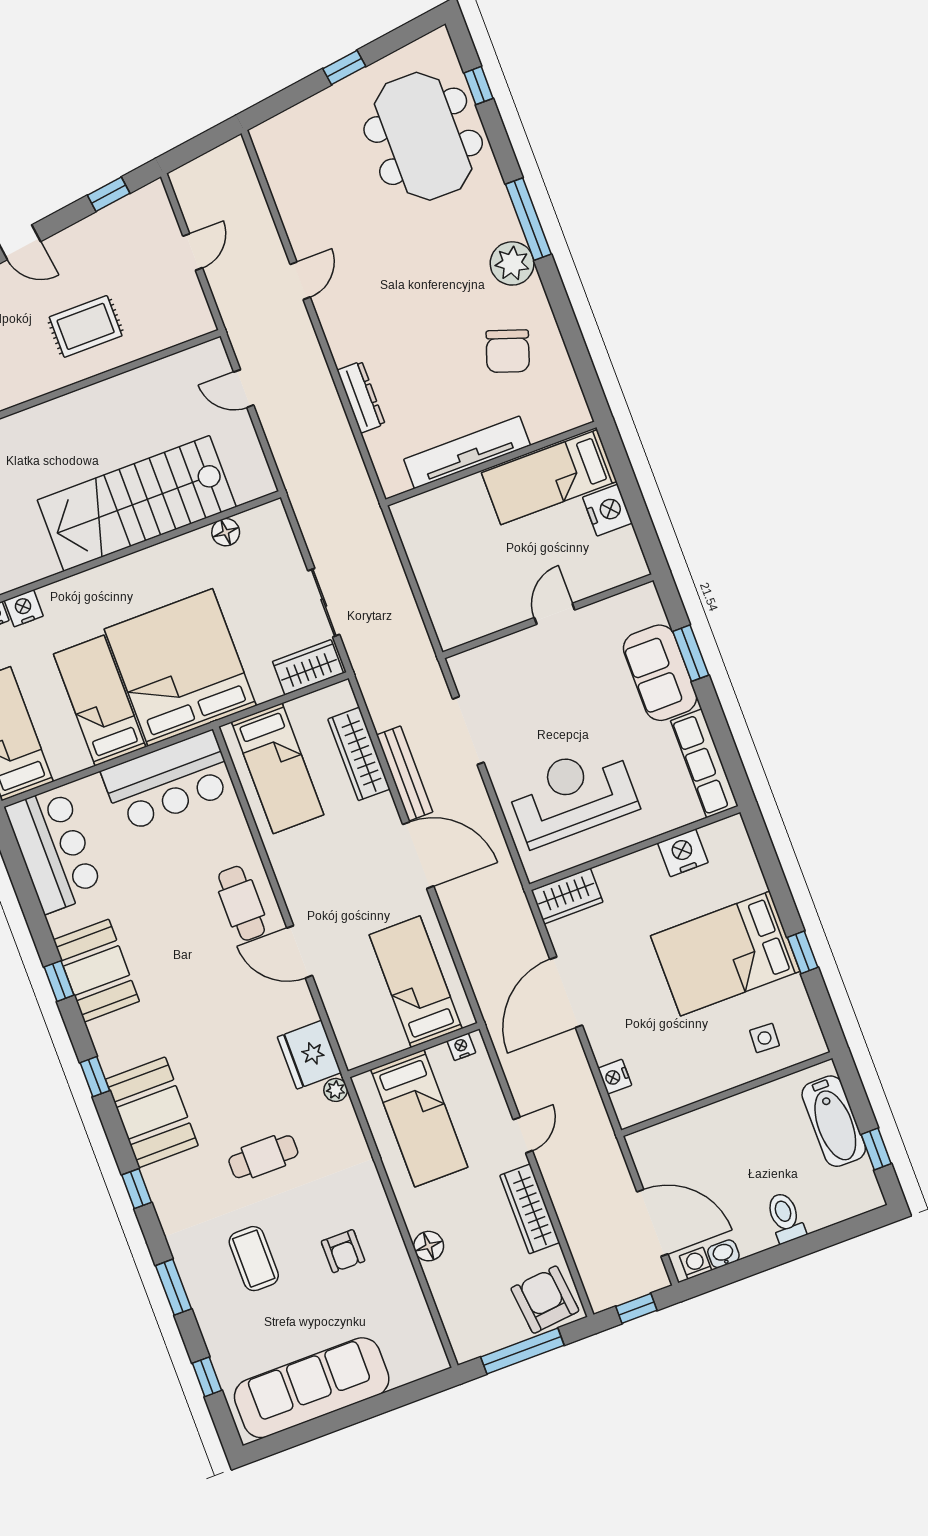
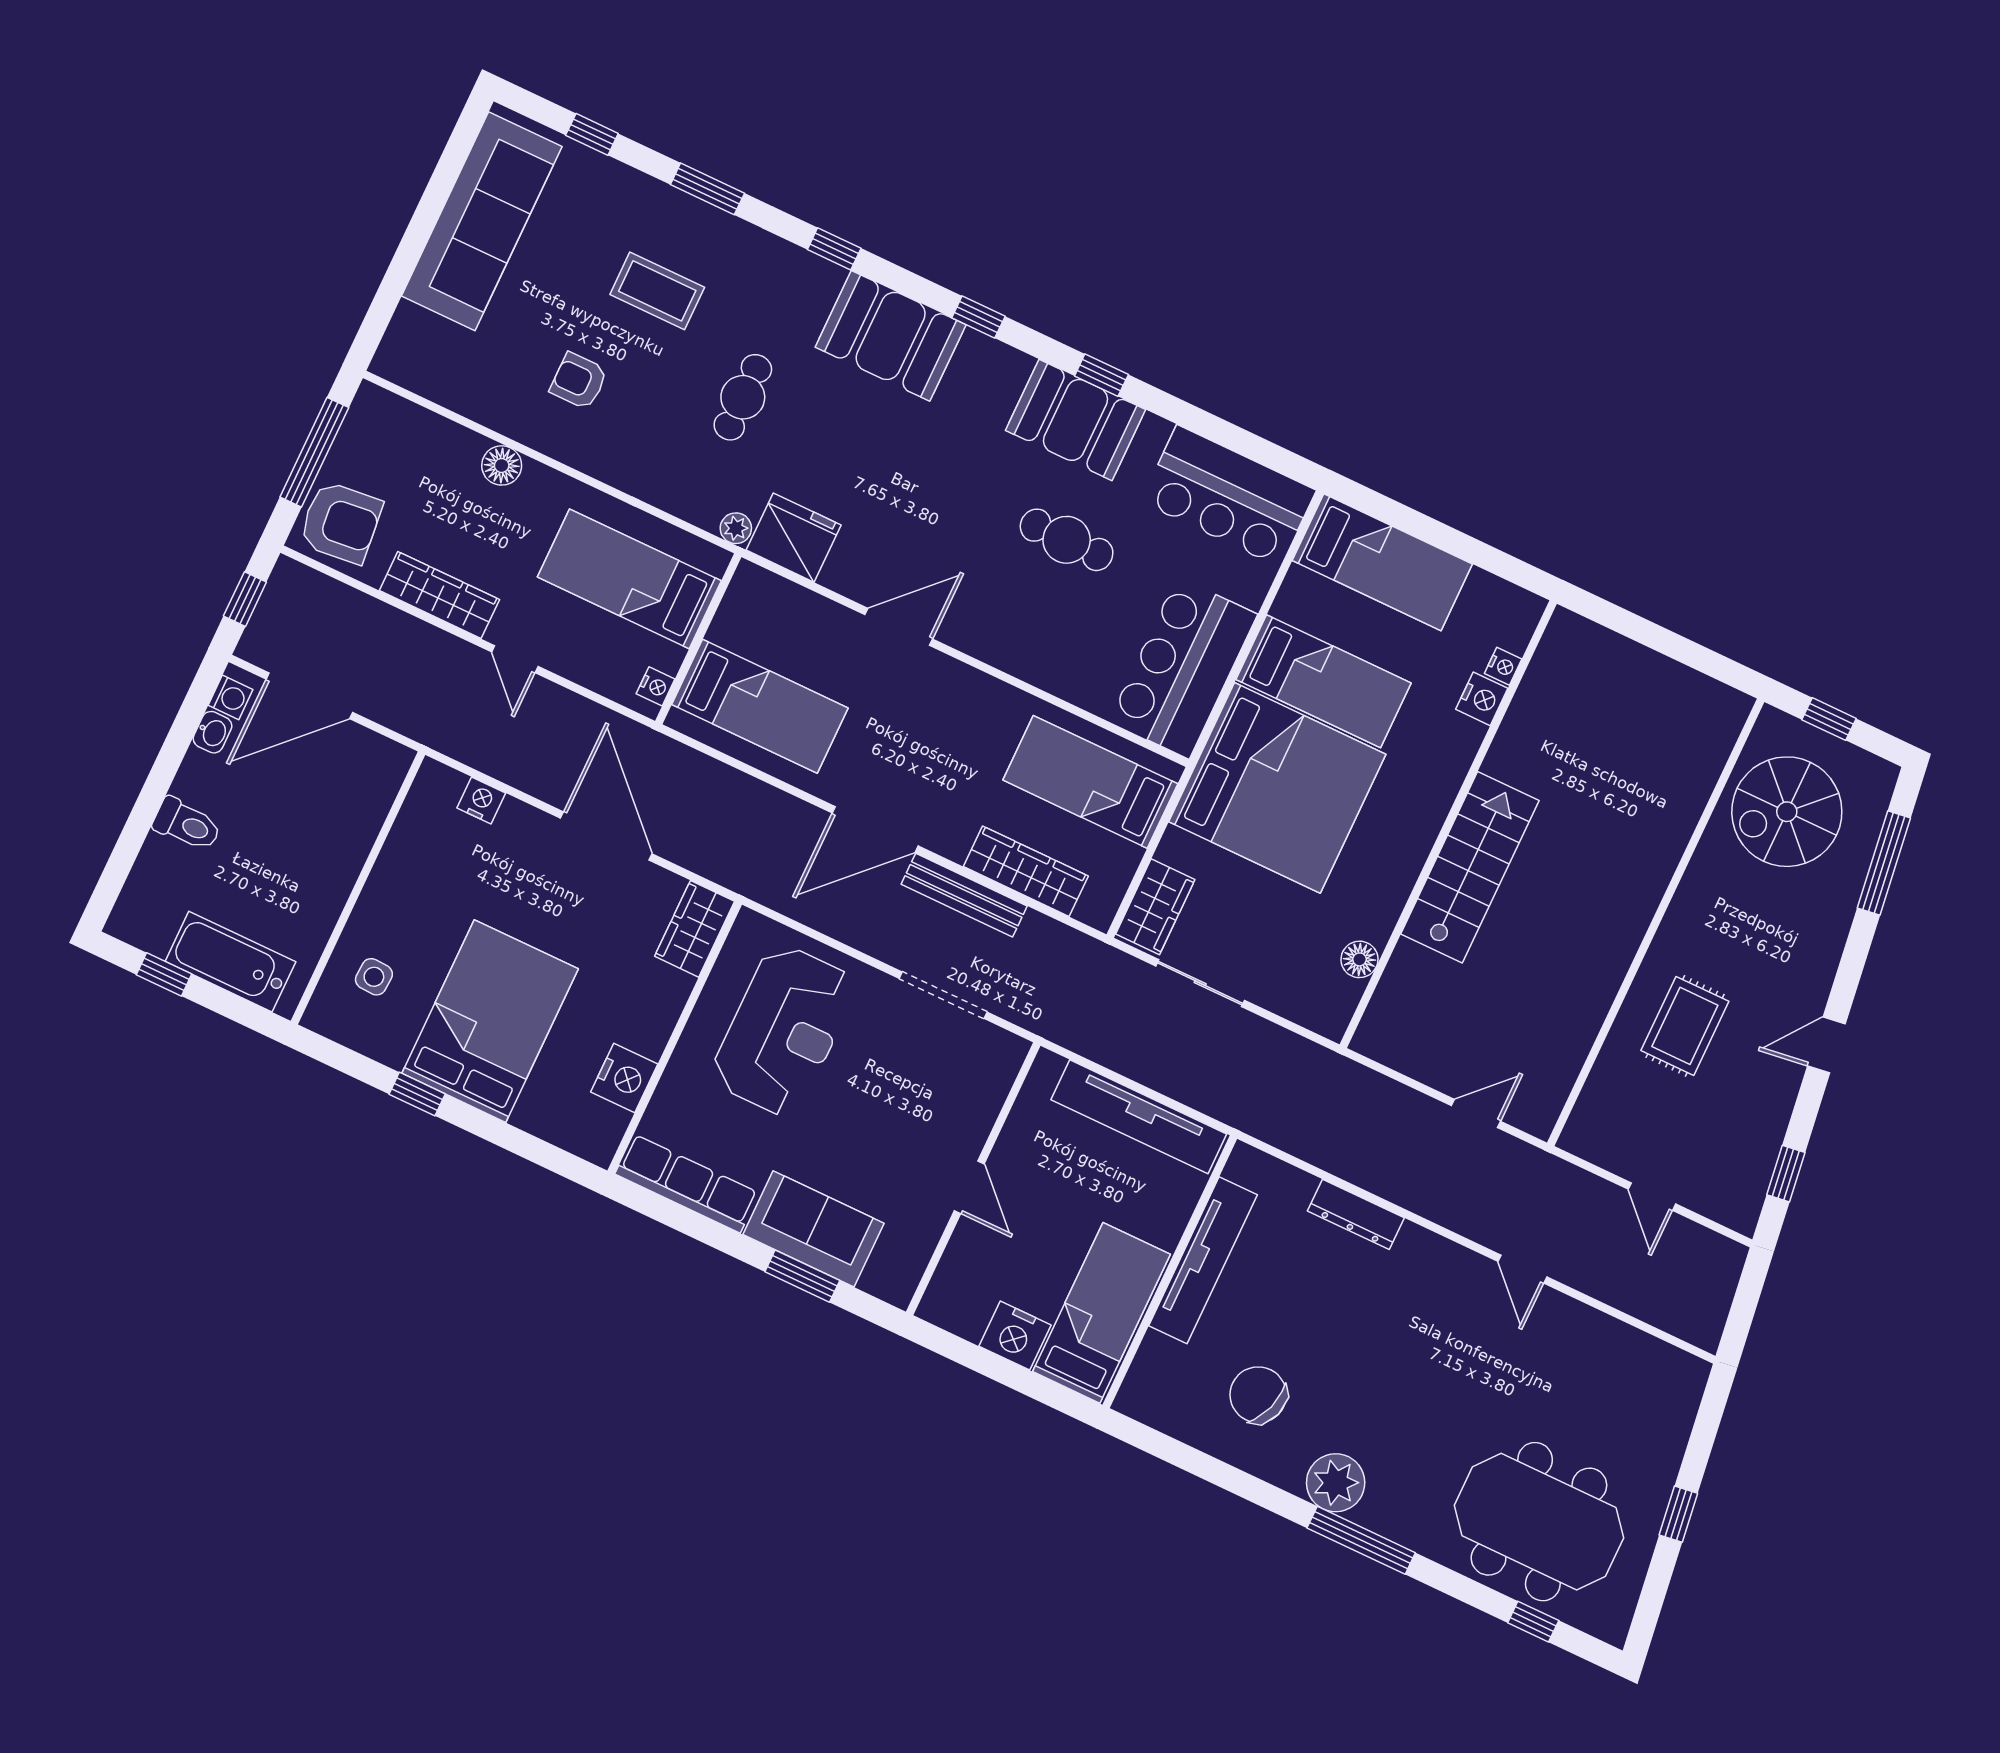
stairs: (137, 503) -> (1470, 867), width x0.73, depth x0.66
tv unit: (427, 563) -> (1139, 1117), added
cafe table: (242, 903) -> (1067, 540), moved

